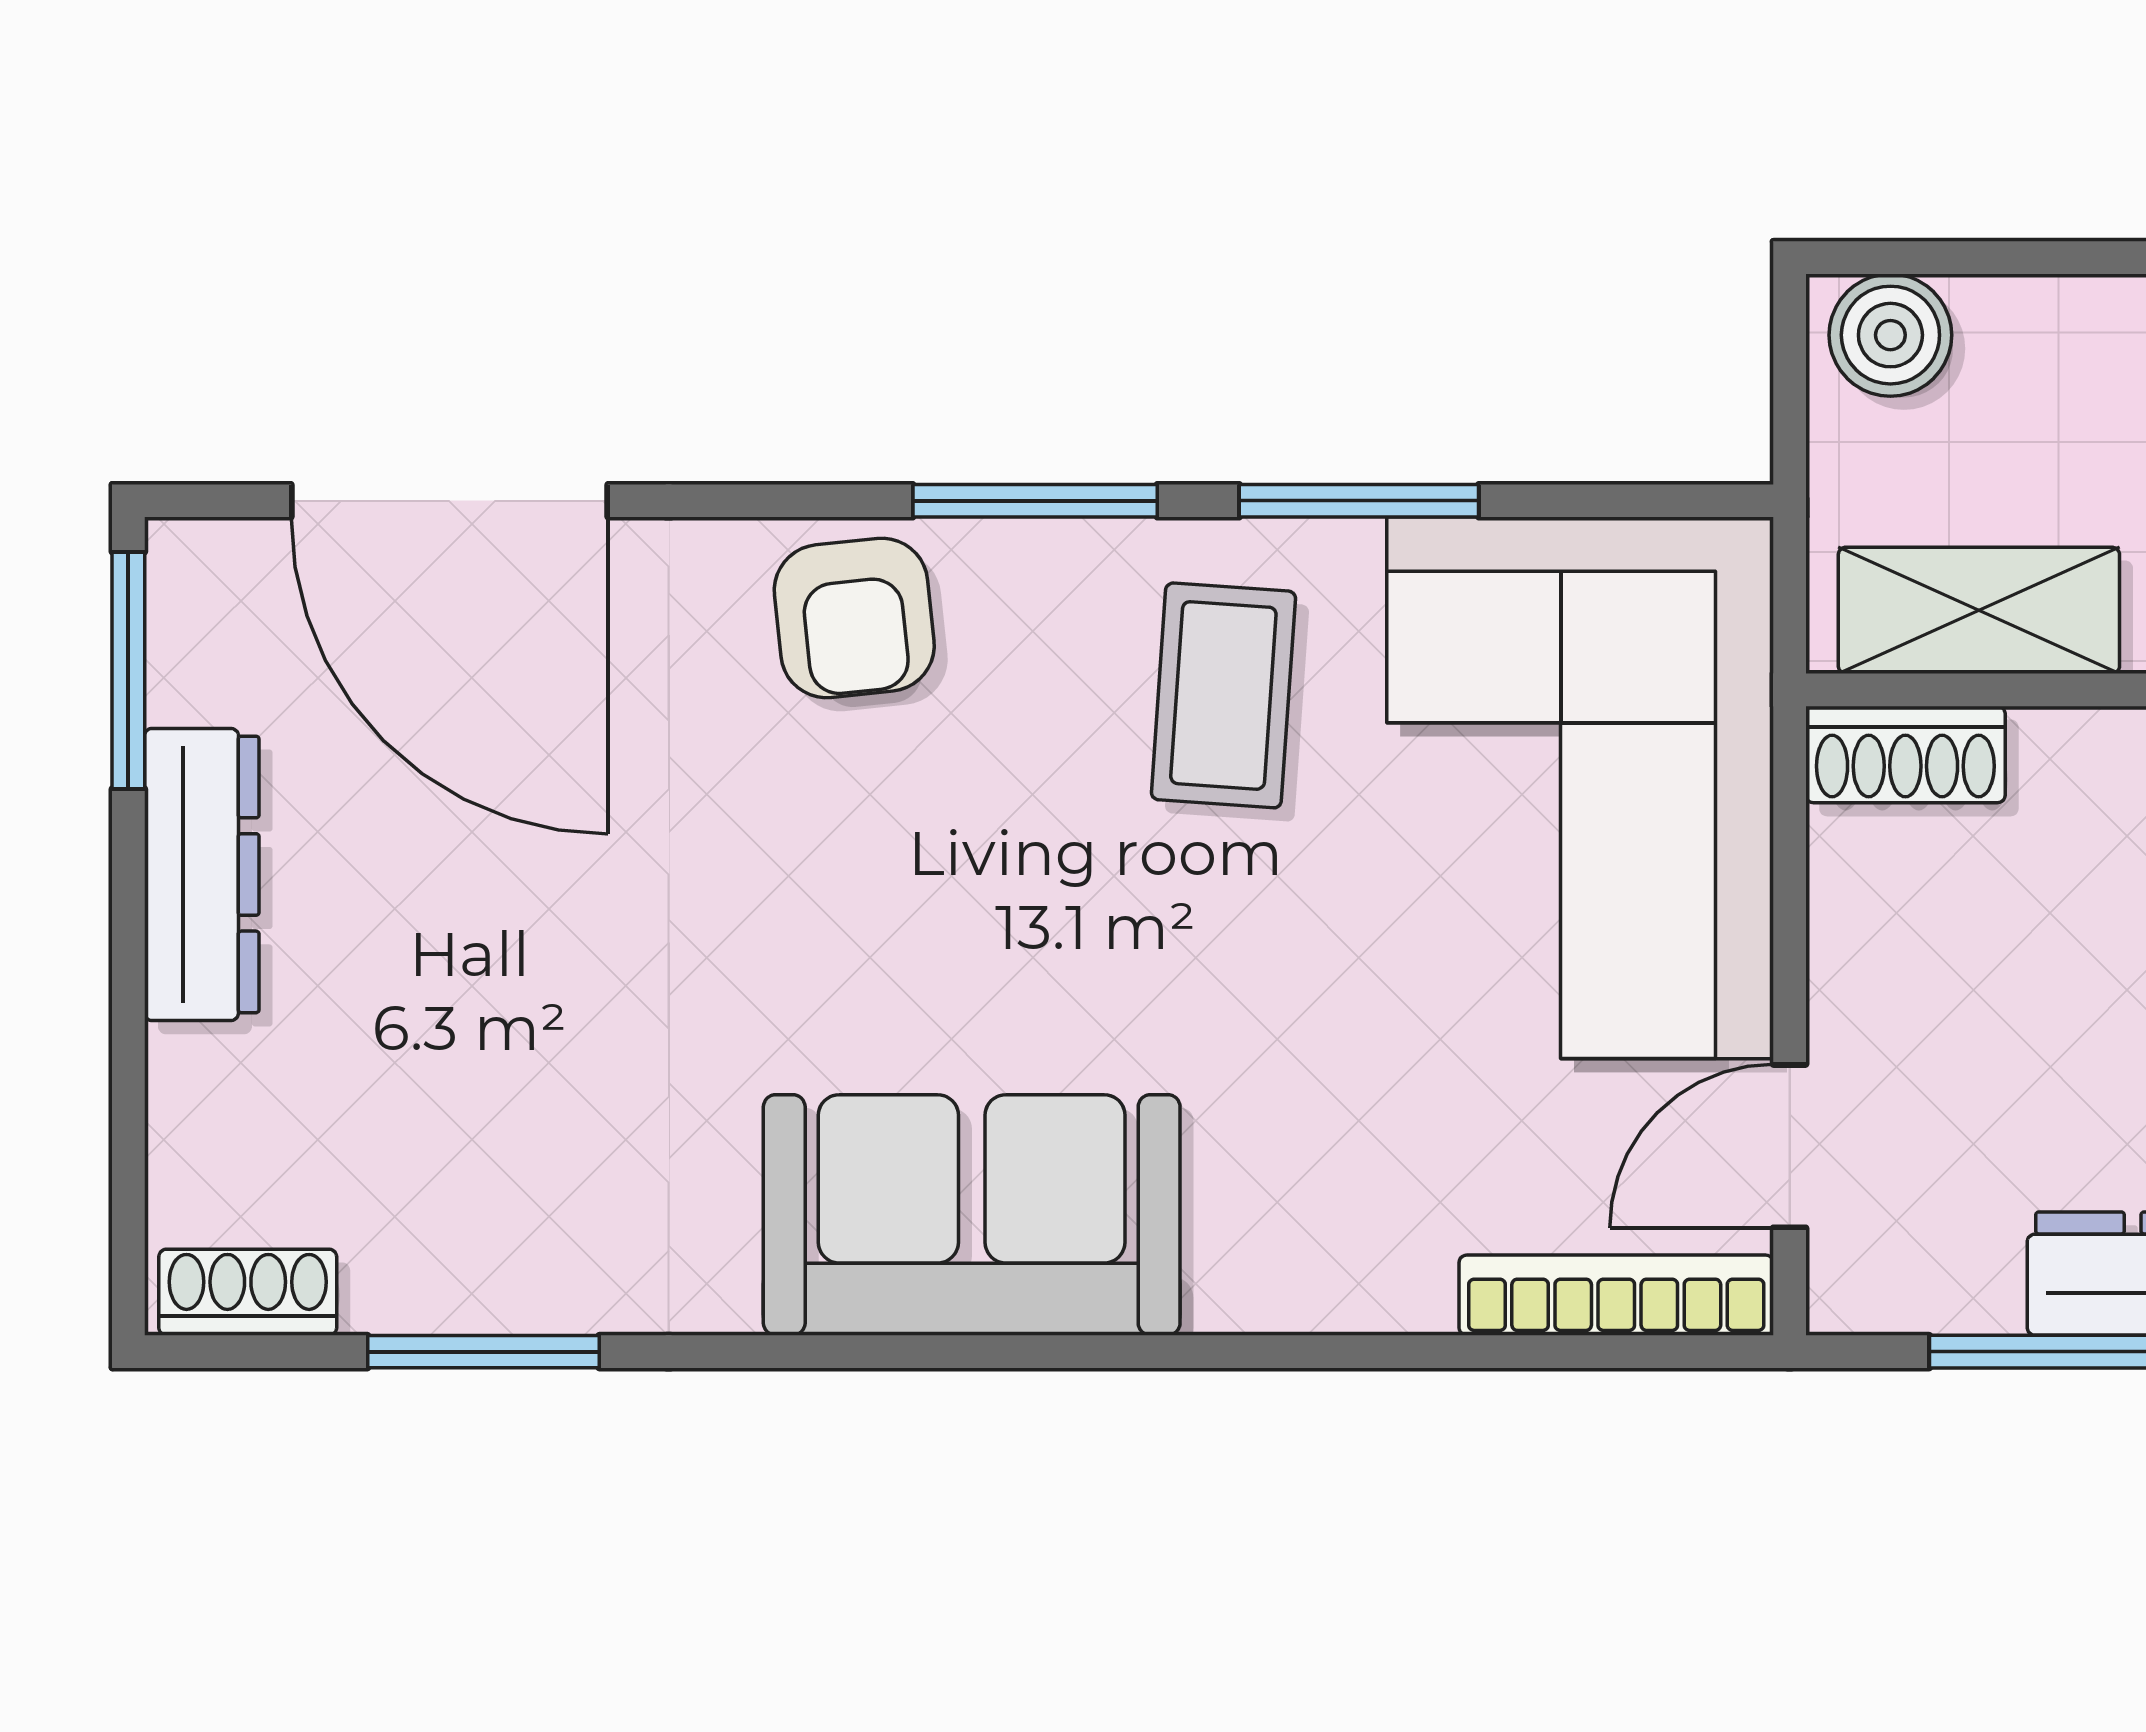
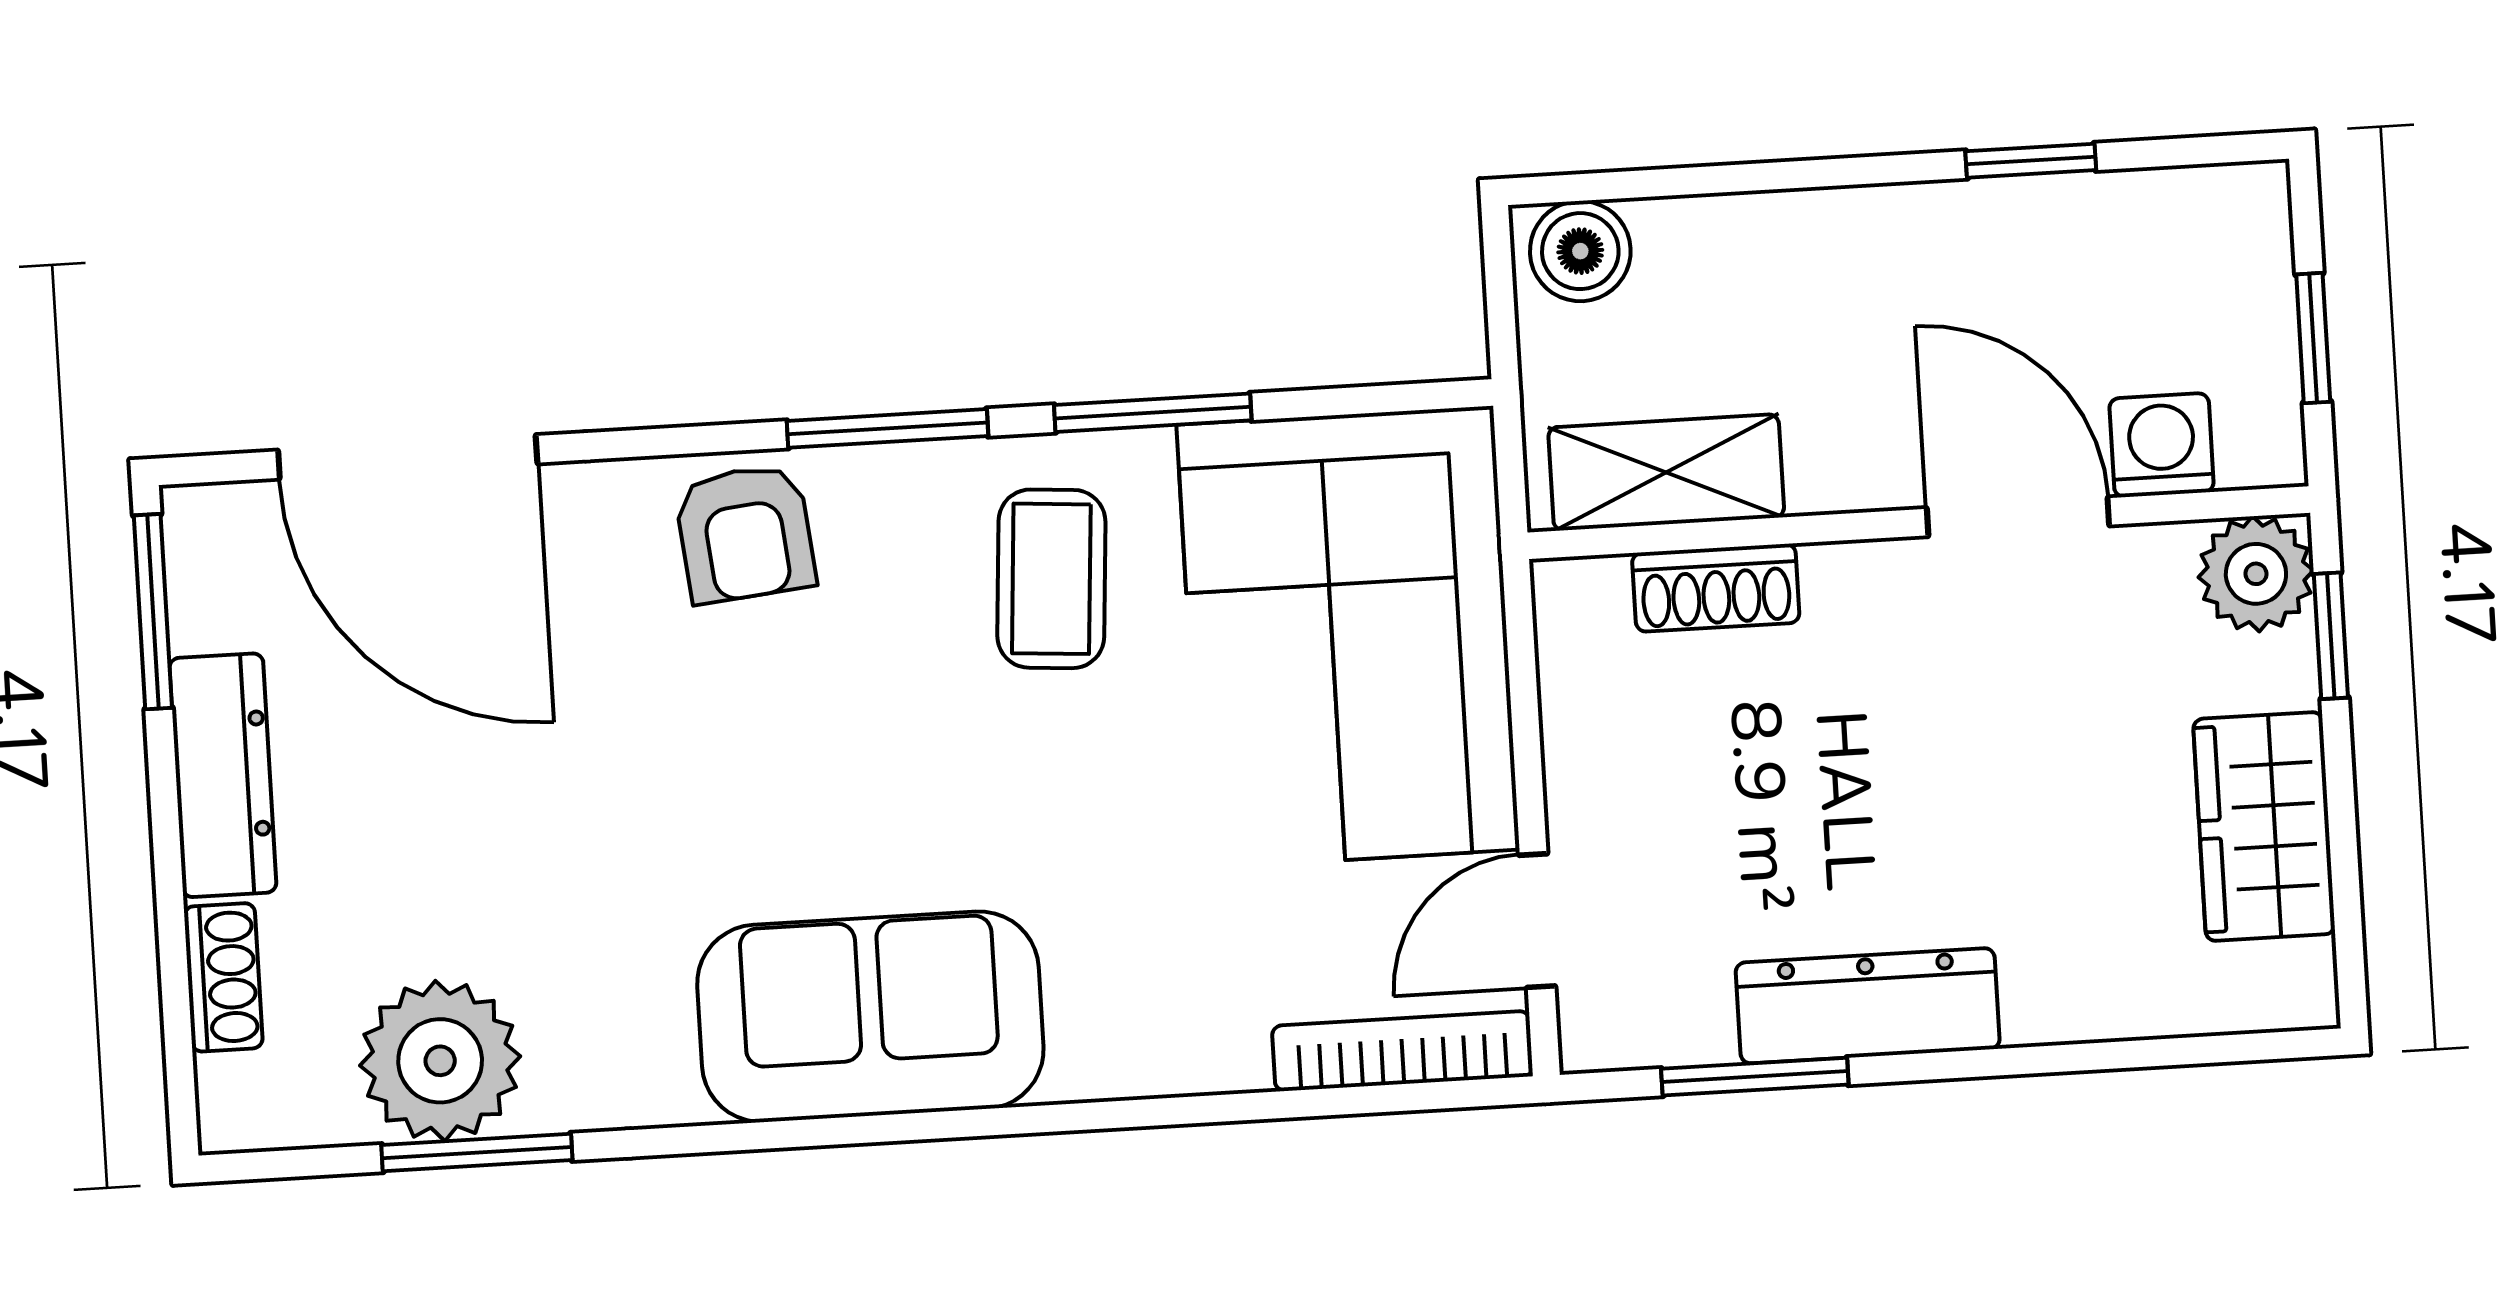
shoe rack: (1905, 754) -> (1716, 588), moved
plant: (445, 1237) -> (440, 1061), added
shoe rack: (248, 1292) -> (223, 977), moved, turned 90

